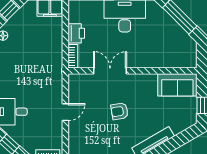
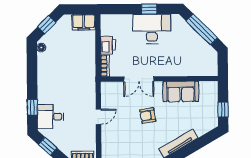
double door: (110, 71) -> (139, 79), swing flipped
sofa: (177, 85) -> (181, 91), moved

